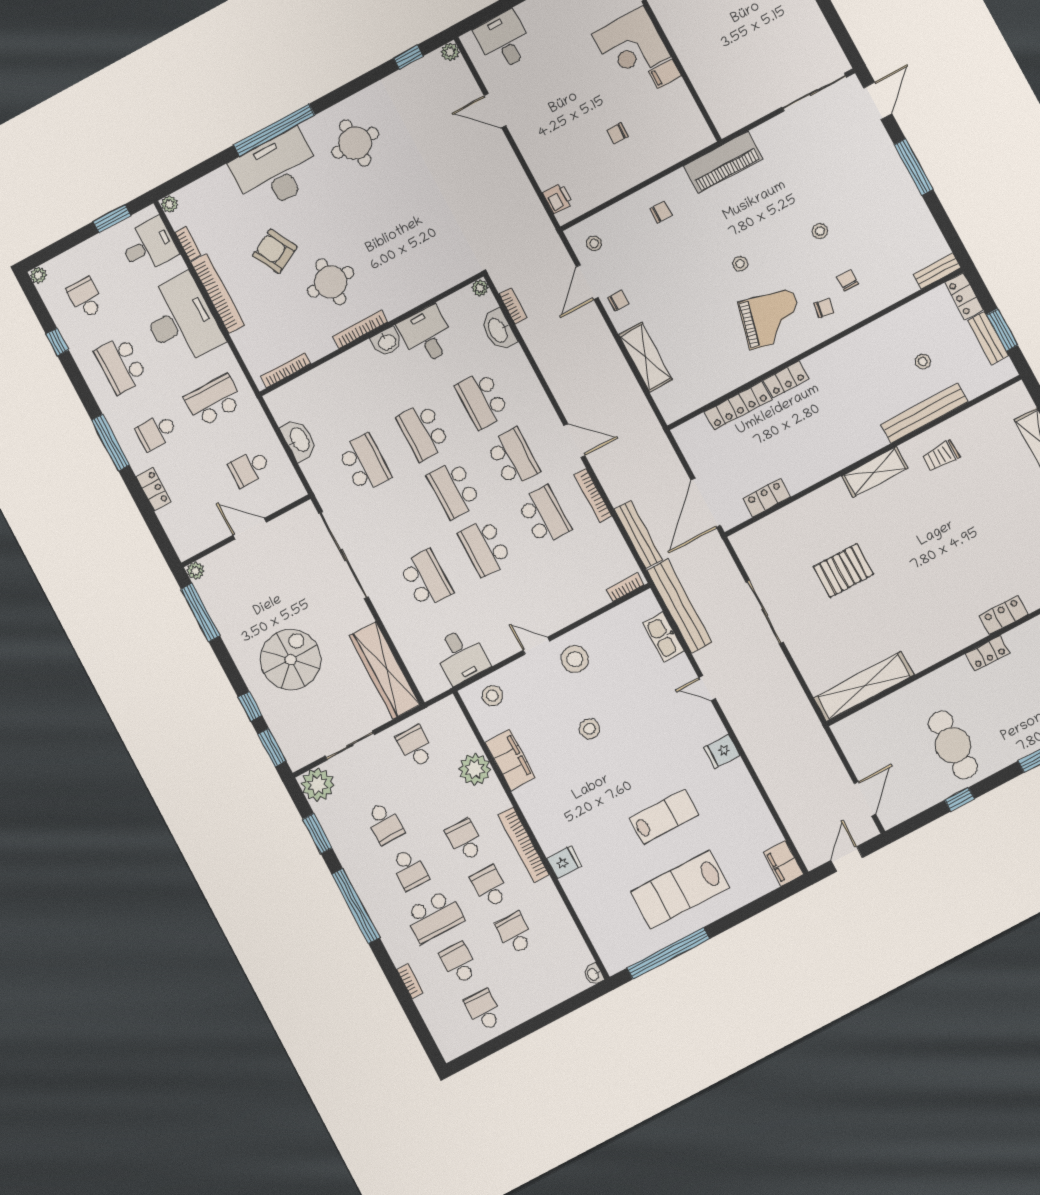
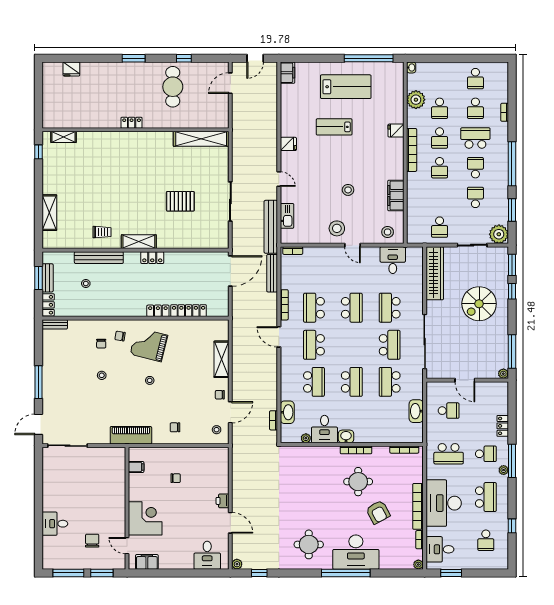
filing cabinet: (665, 74) -> (136, 467), moved
printer: (558, 198) -> (222, 501), moved
plant: (39, 275) -> (504, 470), moved
plant: (480, 288) -> (306, 438), moved
school desk: (454, 489) -> (390, 345), moved
locker: (767, 498) -> (152, 258), moved
locker: (1004, 615) -> (113, 137), removed
plant: (475, 769) -> (416, 100), moved

